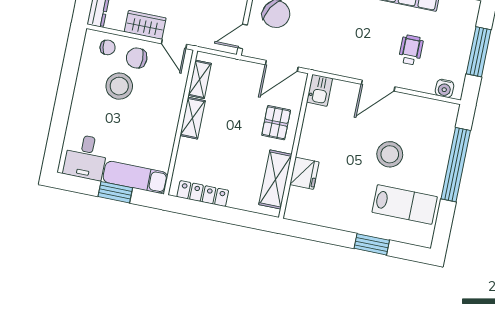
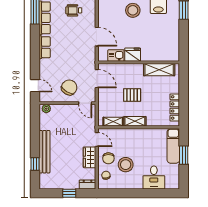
door: (174, 44) -> (97, 140), hinge flipped
door: (378, 86) -> (97, 37), moved
kitchen sink: (319, 90) -> (116, 55), moved
pallet: (276, 123) -> (132, 95), moved
desk: (86, 157) -> (154, 177), moved, turned 90
fridge: (304, 173) -> (133, 55), moved

